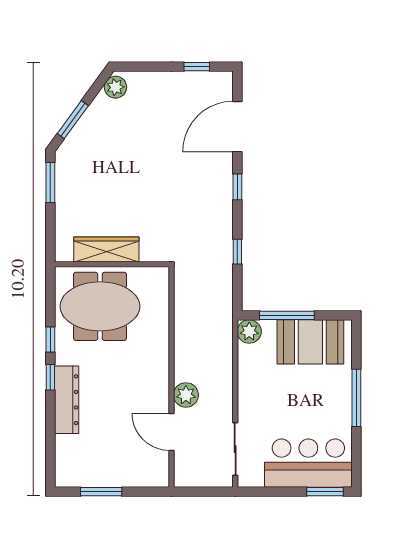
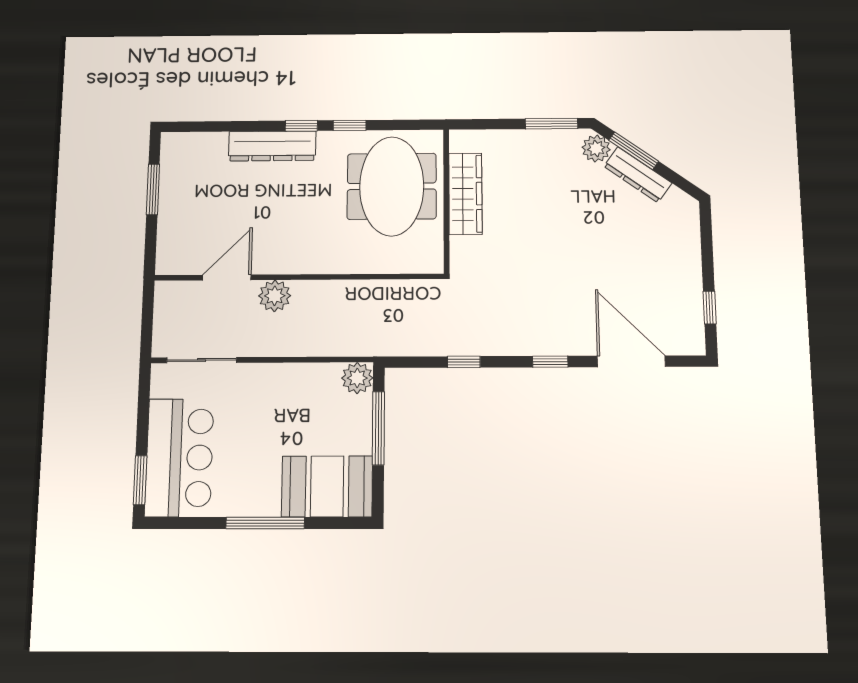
plant: (115, 87) -> (596, 149), moved
dresser: (92, 117) -> (638, 175), added
booth: (310, 342) -> (327, 486), moved, turned 90

